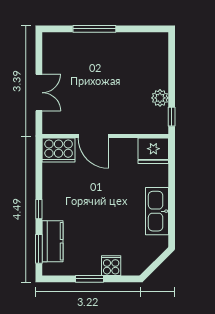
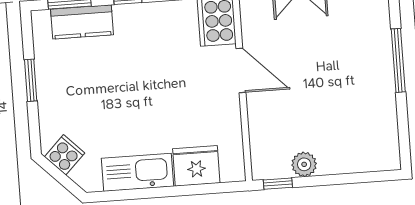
door: (93, 136) -> (241, 70), swing flipped
fridge: (153, 151) -> (196, 166), moved, turned 90
cooker: (111, 266) -> (65, 155), moved, turned -45

